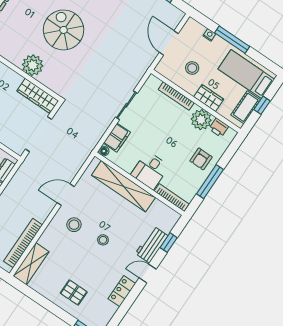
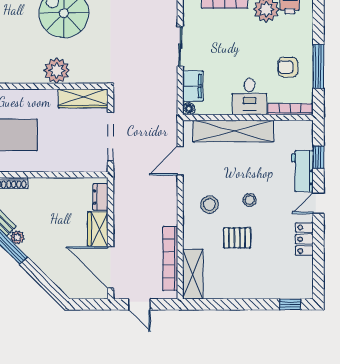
armchair: (201, 159) -> (288, 67), moved, turned 90
door: (66, 195) -> (180, 161), moved
pallet: (74, 292) -> (237, 238), moved

